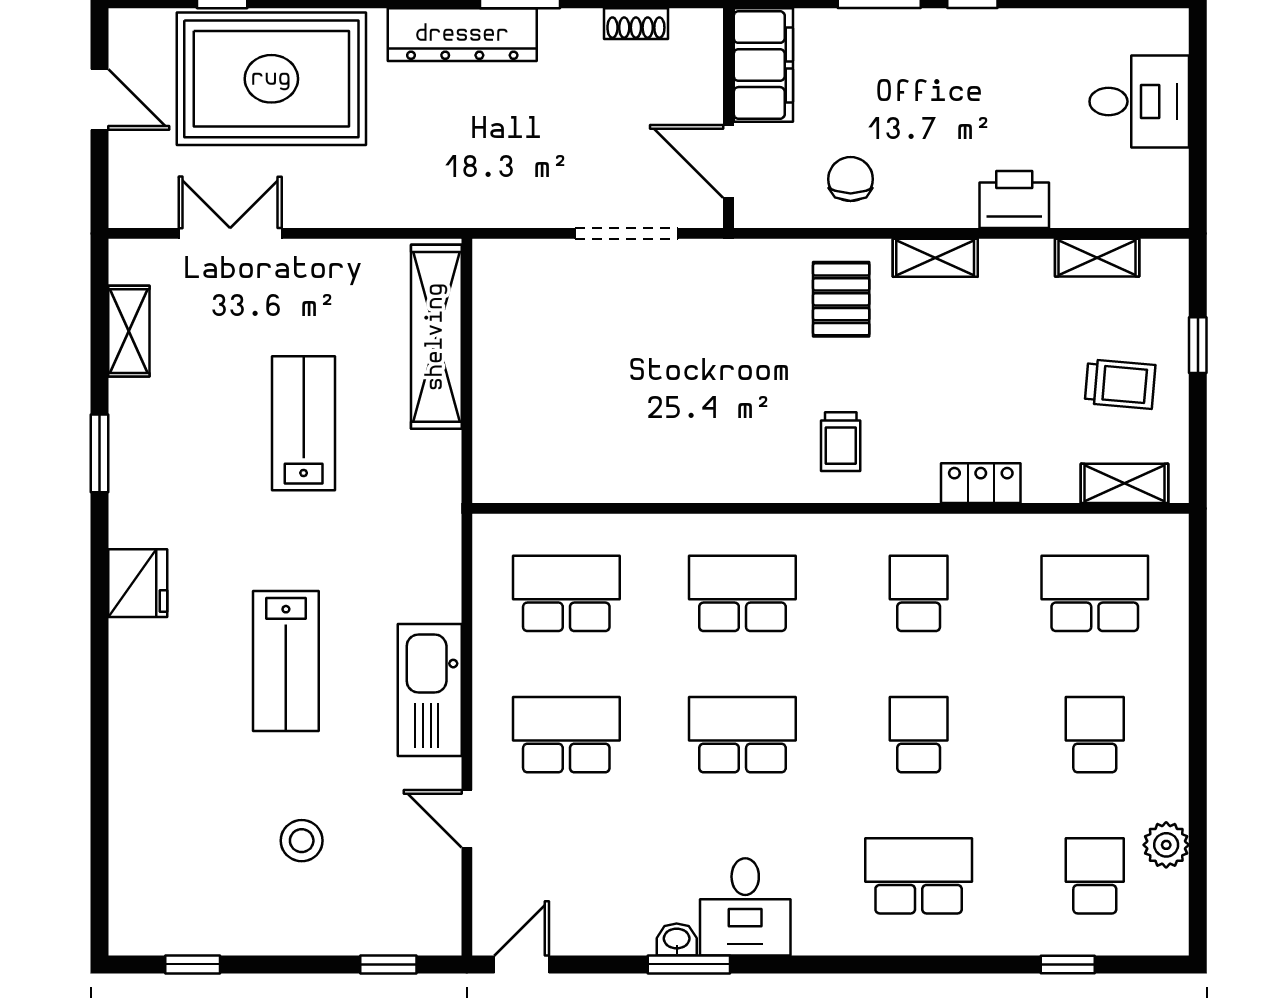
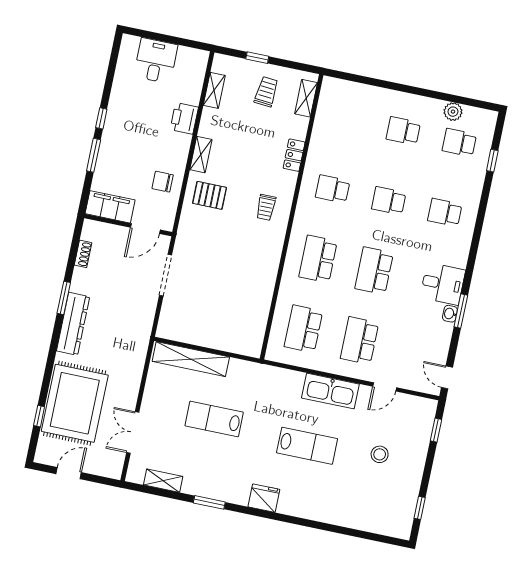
trolley: (841, 442) -> (266, 207), turned 90
school desk: (1095, 593) -> (347, 119), removed
school desk: (919, 876) -> (445, 212), width x0.54

